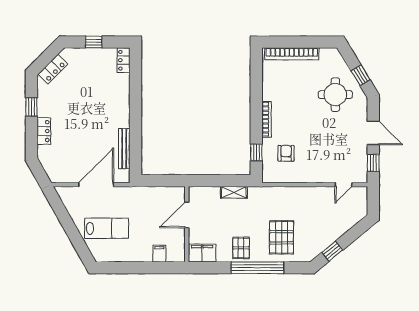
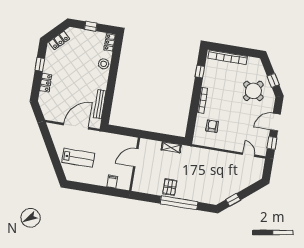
stool: (120, 91) -> (104, 64), added
round table: (335, 95) -> (253, 91), turned 36
door: (373, 133) -> (275, 122), swing flipped
window: (256, 152) -> (200, 72), moved
door: (343, 185) -> (249, 155), swing flipped
pallet: (282, 237) -> (199, 184), removed
filing cabinet: (202, 253) -> (142, 186), removed

